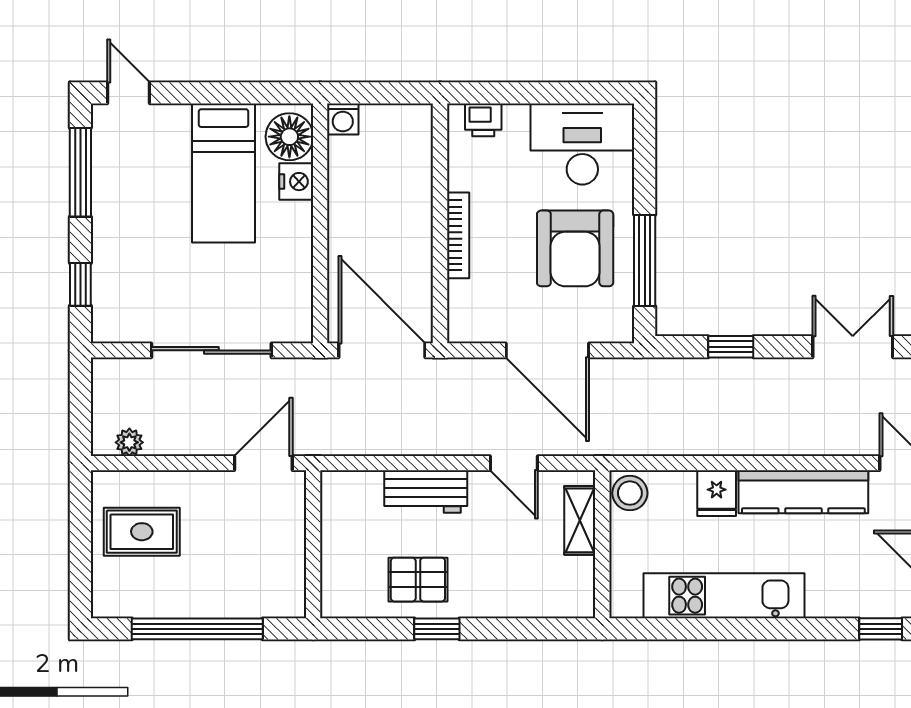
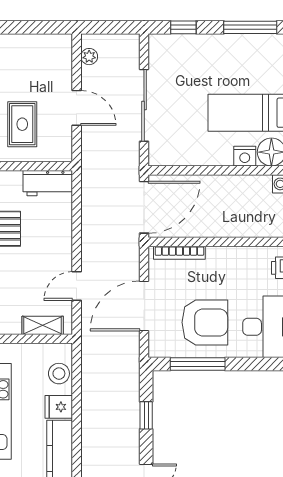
bookcase: (458, 235) -> (179, 253), moved
armchair: (575, 248) -> (205, 322), turned 180
door: (263, 463) -> (77, 108), moved
workbench: (426, 492) -> (48, 183), moved, turned -90
stool: (630, 493) -> (59, 374), moved
rug: (142, 532) -> (22, 124), moved

